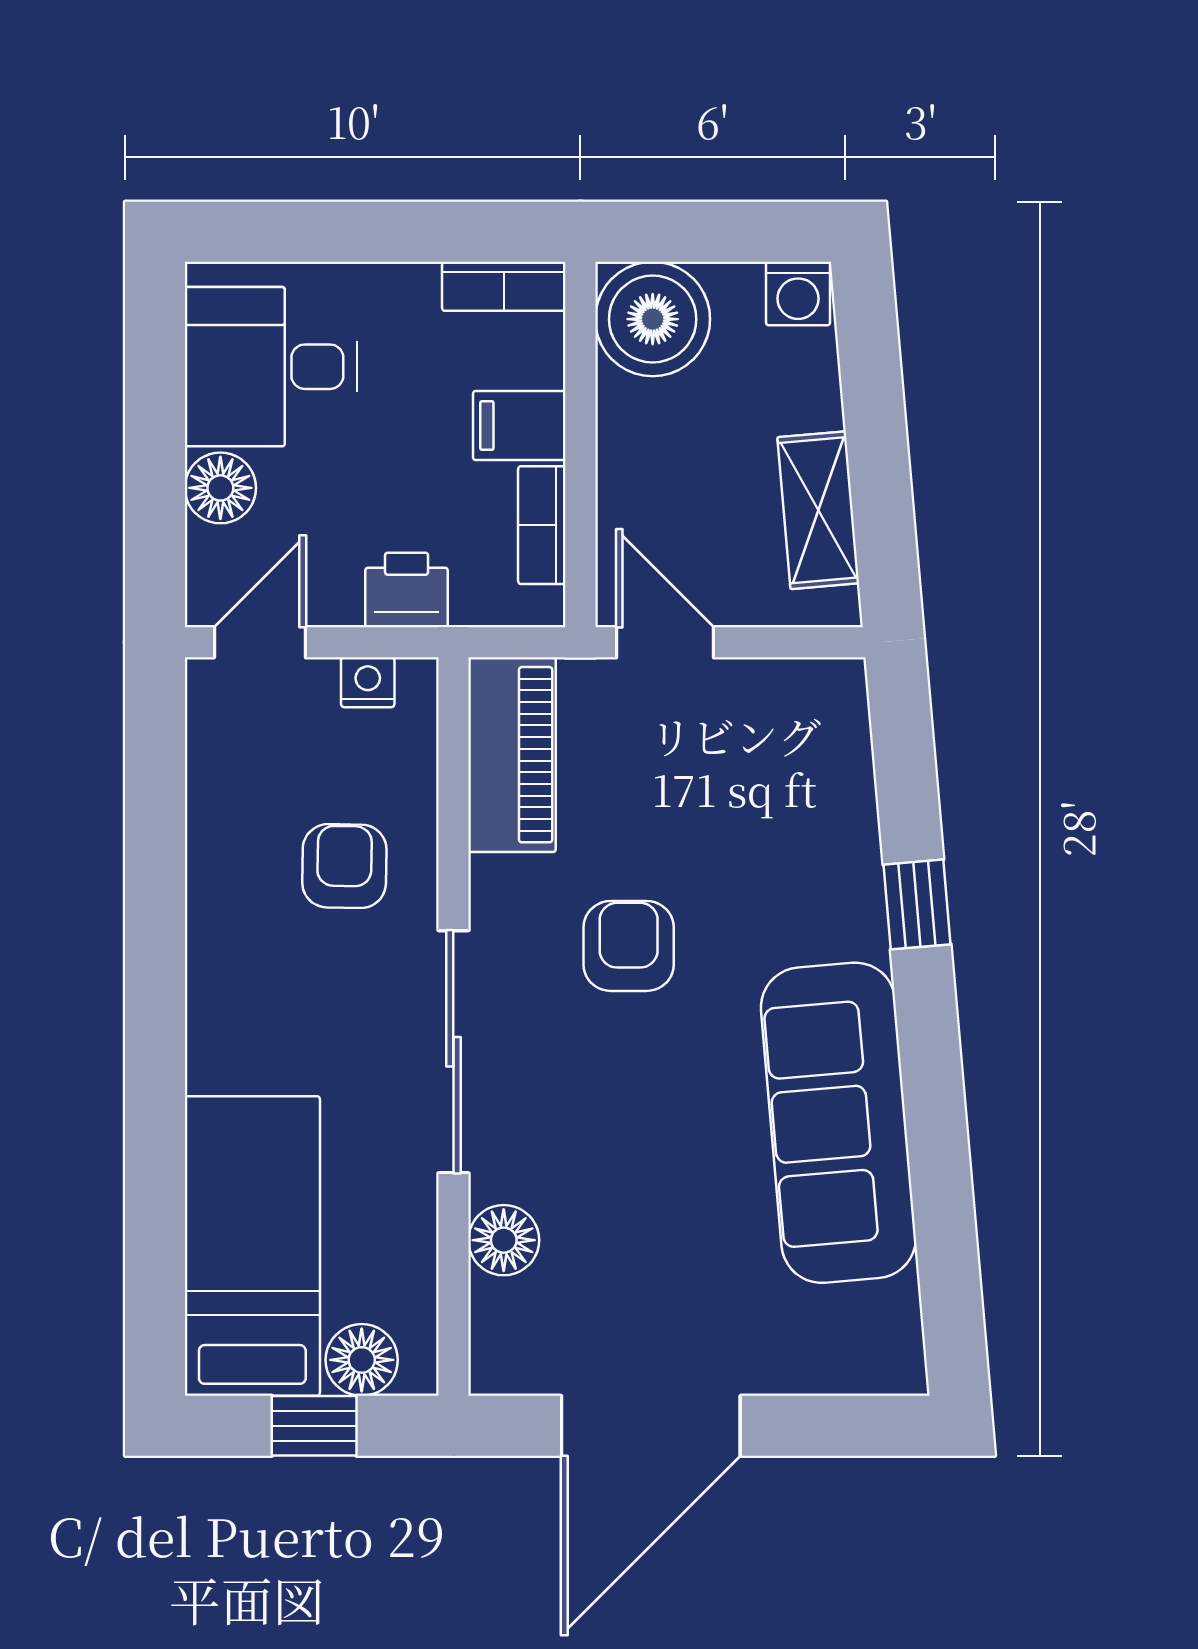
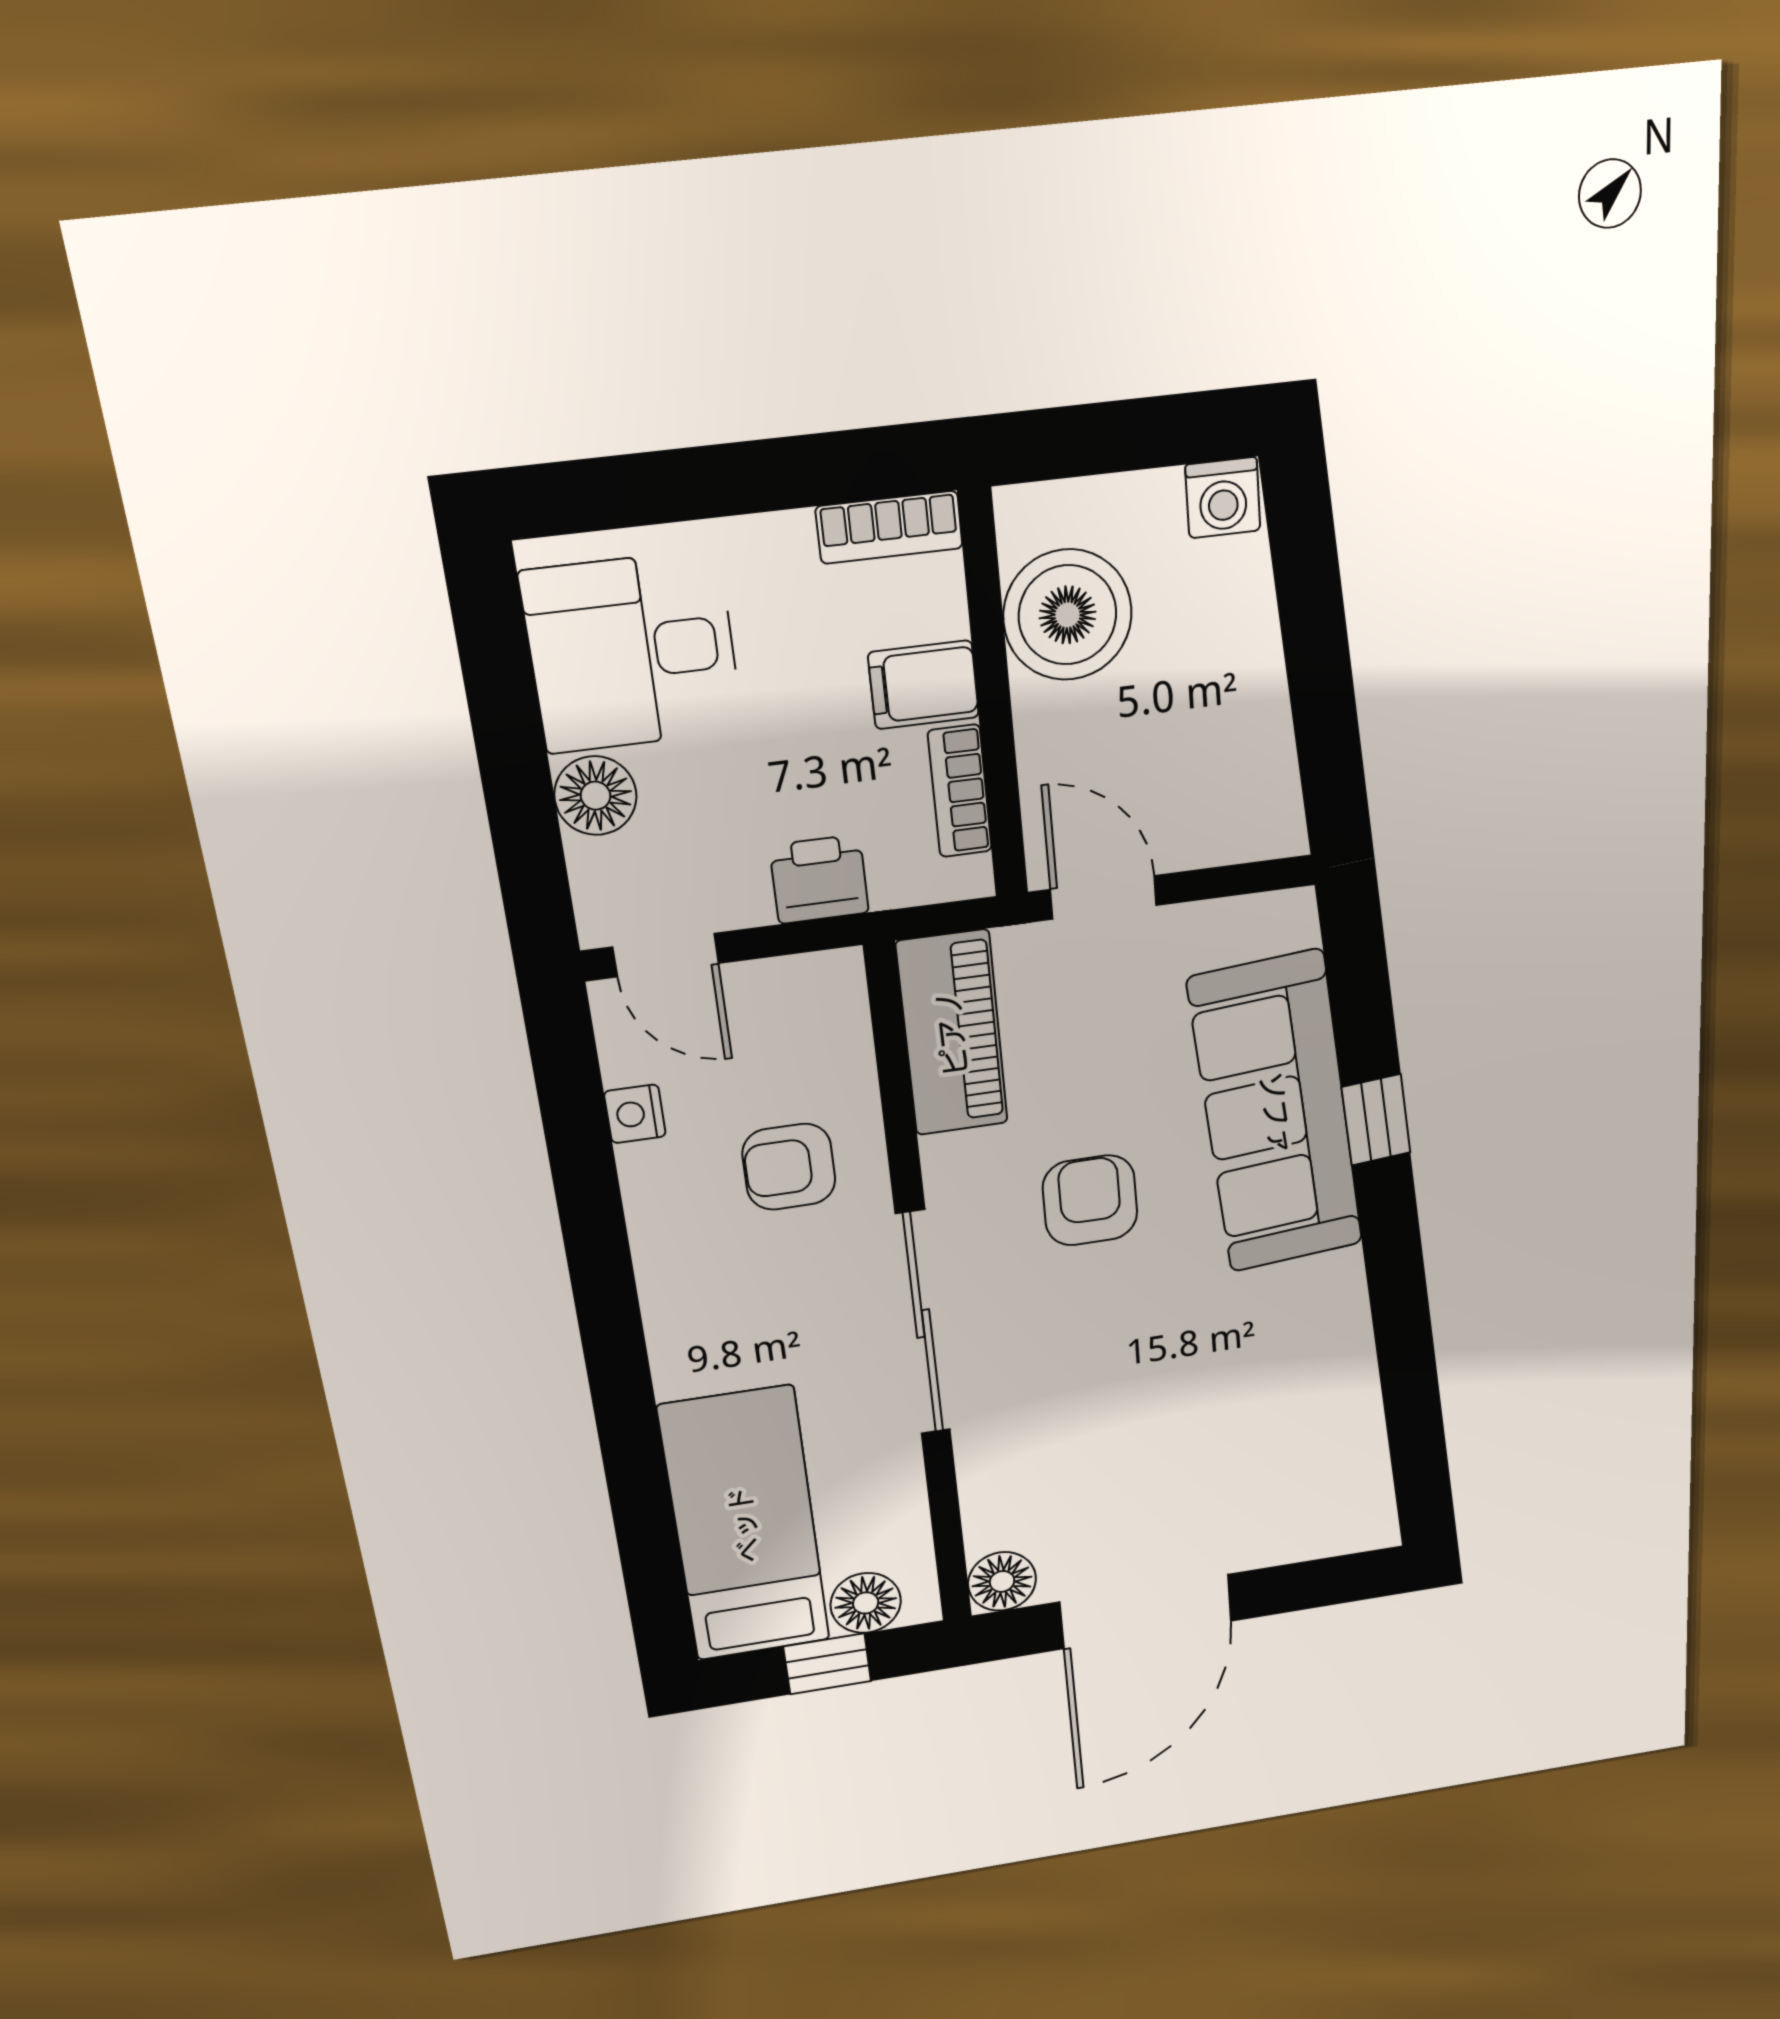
boiler: (653, 319) -> (1068, 615), moved
shelving: (818, 510) -> (1258, 737), removed
door: (260, 642) -> (666, 955), swing flipped
nightstand: (368, 682) -> (635, 1114), moved, turned -90
armchair: (344, 866) -> (789, 1167), turned -91
sofa: (838, 1123) -> (1276, 1114), moved
floor lamp: (504, 1240) -> (1002, 1581), moved

